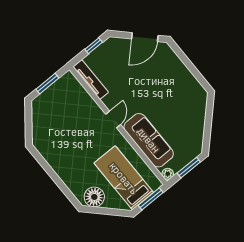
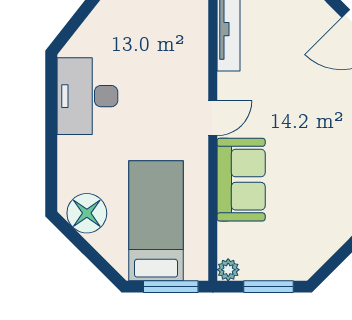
sofa: (149, 140) -> (241, 180), width x0.73
desk: (57, 151) -> (87, 96), added

